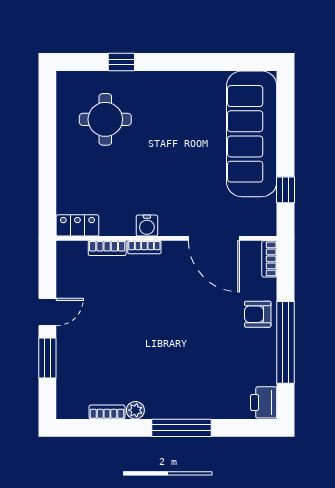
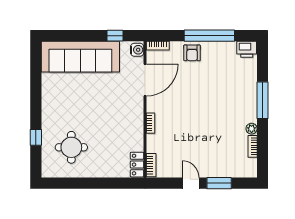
water cooler: (147, 226) -> (137, 50), moved
bookcase: (107, 248) -> (151, 165), moved

